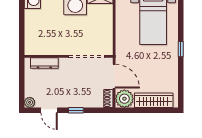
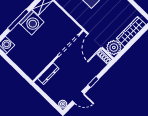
door: (114, 76) -> (95, 41), swing flipped

